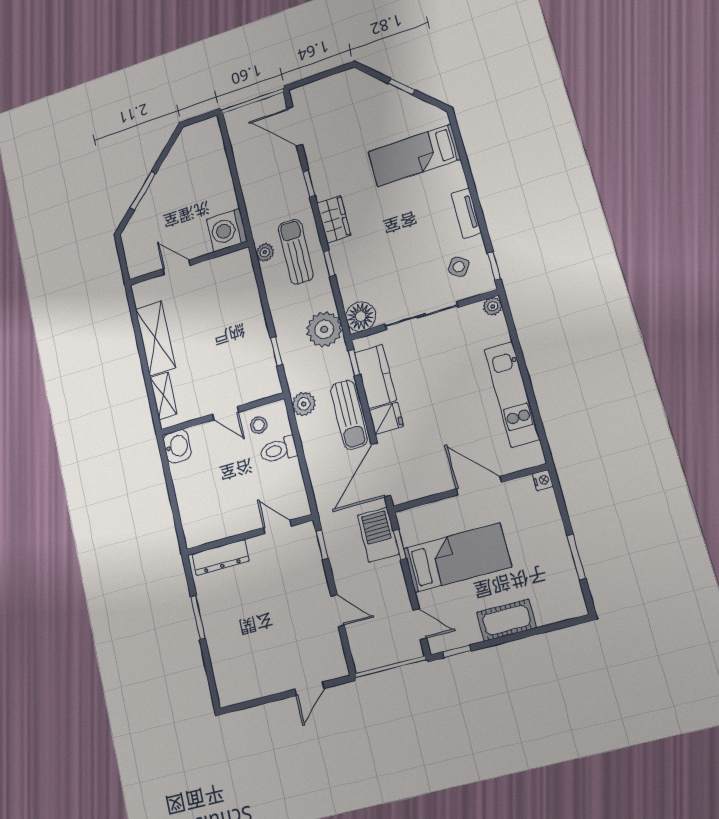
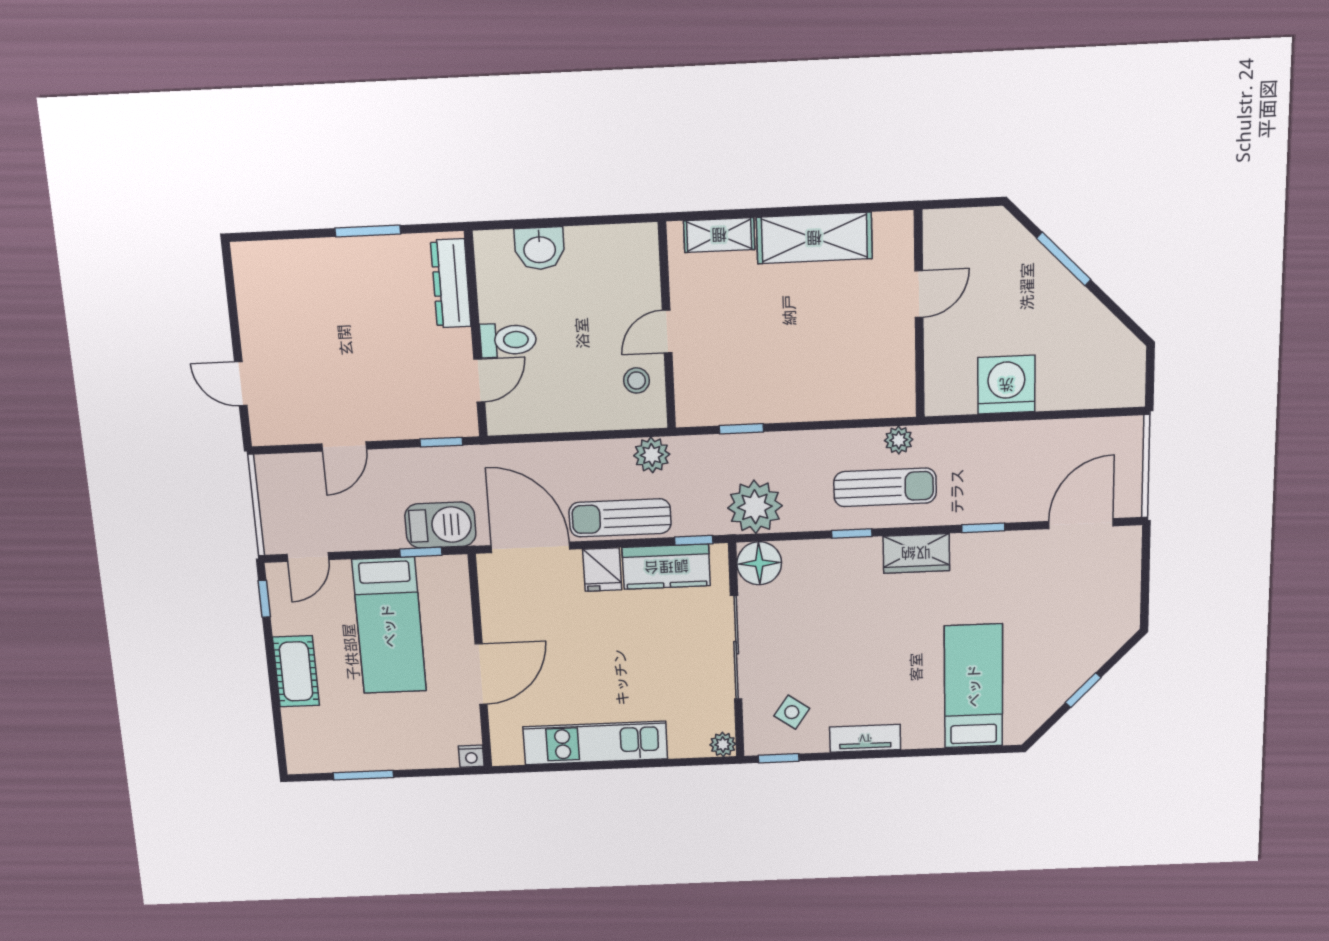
washing machine: (227, 230) -> (1006, 385), moved
washbasin: (177, 446) -> (540, 248), moved
toilet: (279, 450) -> (508, 340), moved, turned 90

